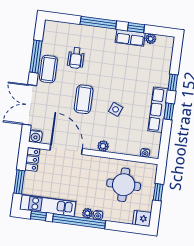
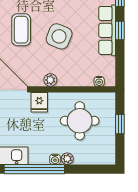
side table: (116, 109) -> (59, 36), width x1.87, depth x1.87
plant: (87, 213) -> (67, 159), moved
fridge: (142, 218) -> (39, 102), moved, turned -90

